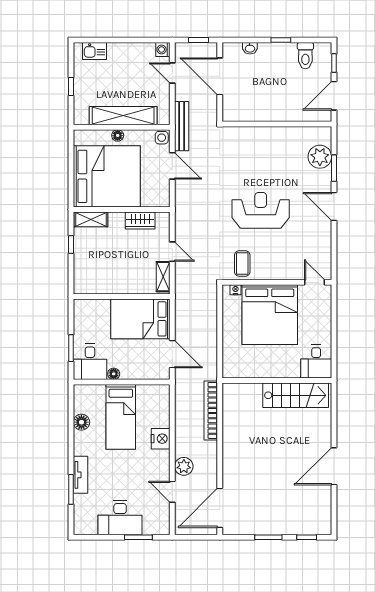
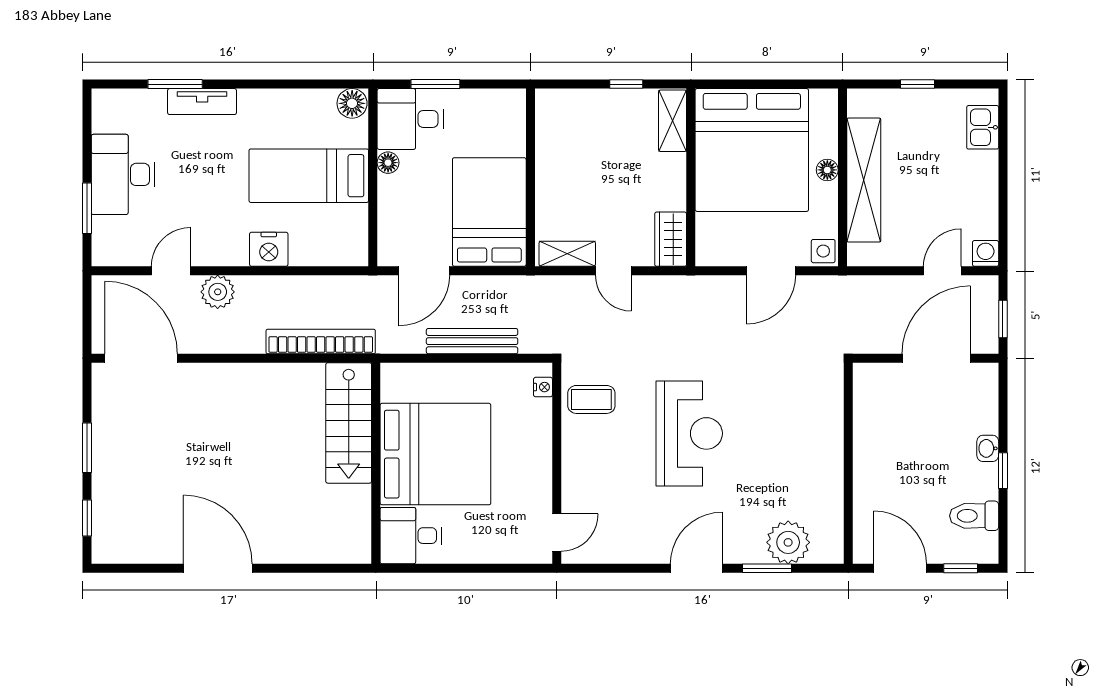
washbasin: (250, 48) -> (988, 448), moved
bench: (182, 126) -> (472, 341), moved
wardrobe: (140, 220) -> (671, 239), moved
door: (172, 252) -> (613, 271), hinge flipped
bed: (270, 315) -> (435, 454), moved, turned 180
stairs: (296, 395) -> (349, 423), moved
floor lamp: (81, 422) -> (352, 103), moved

